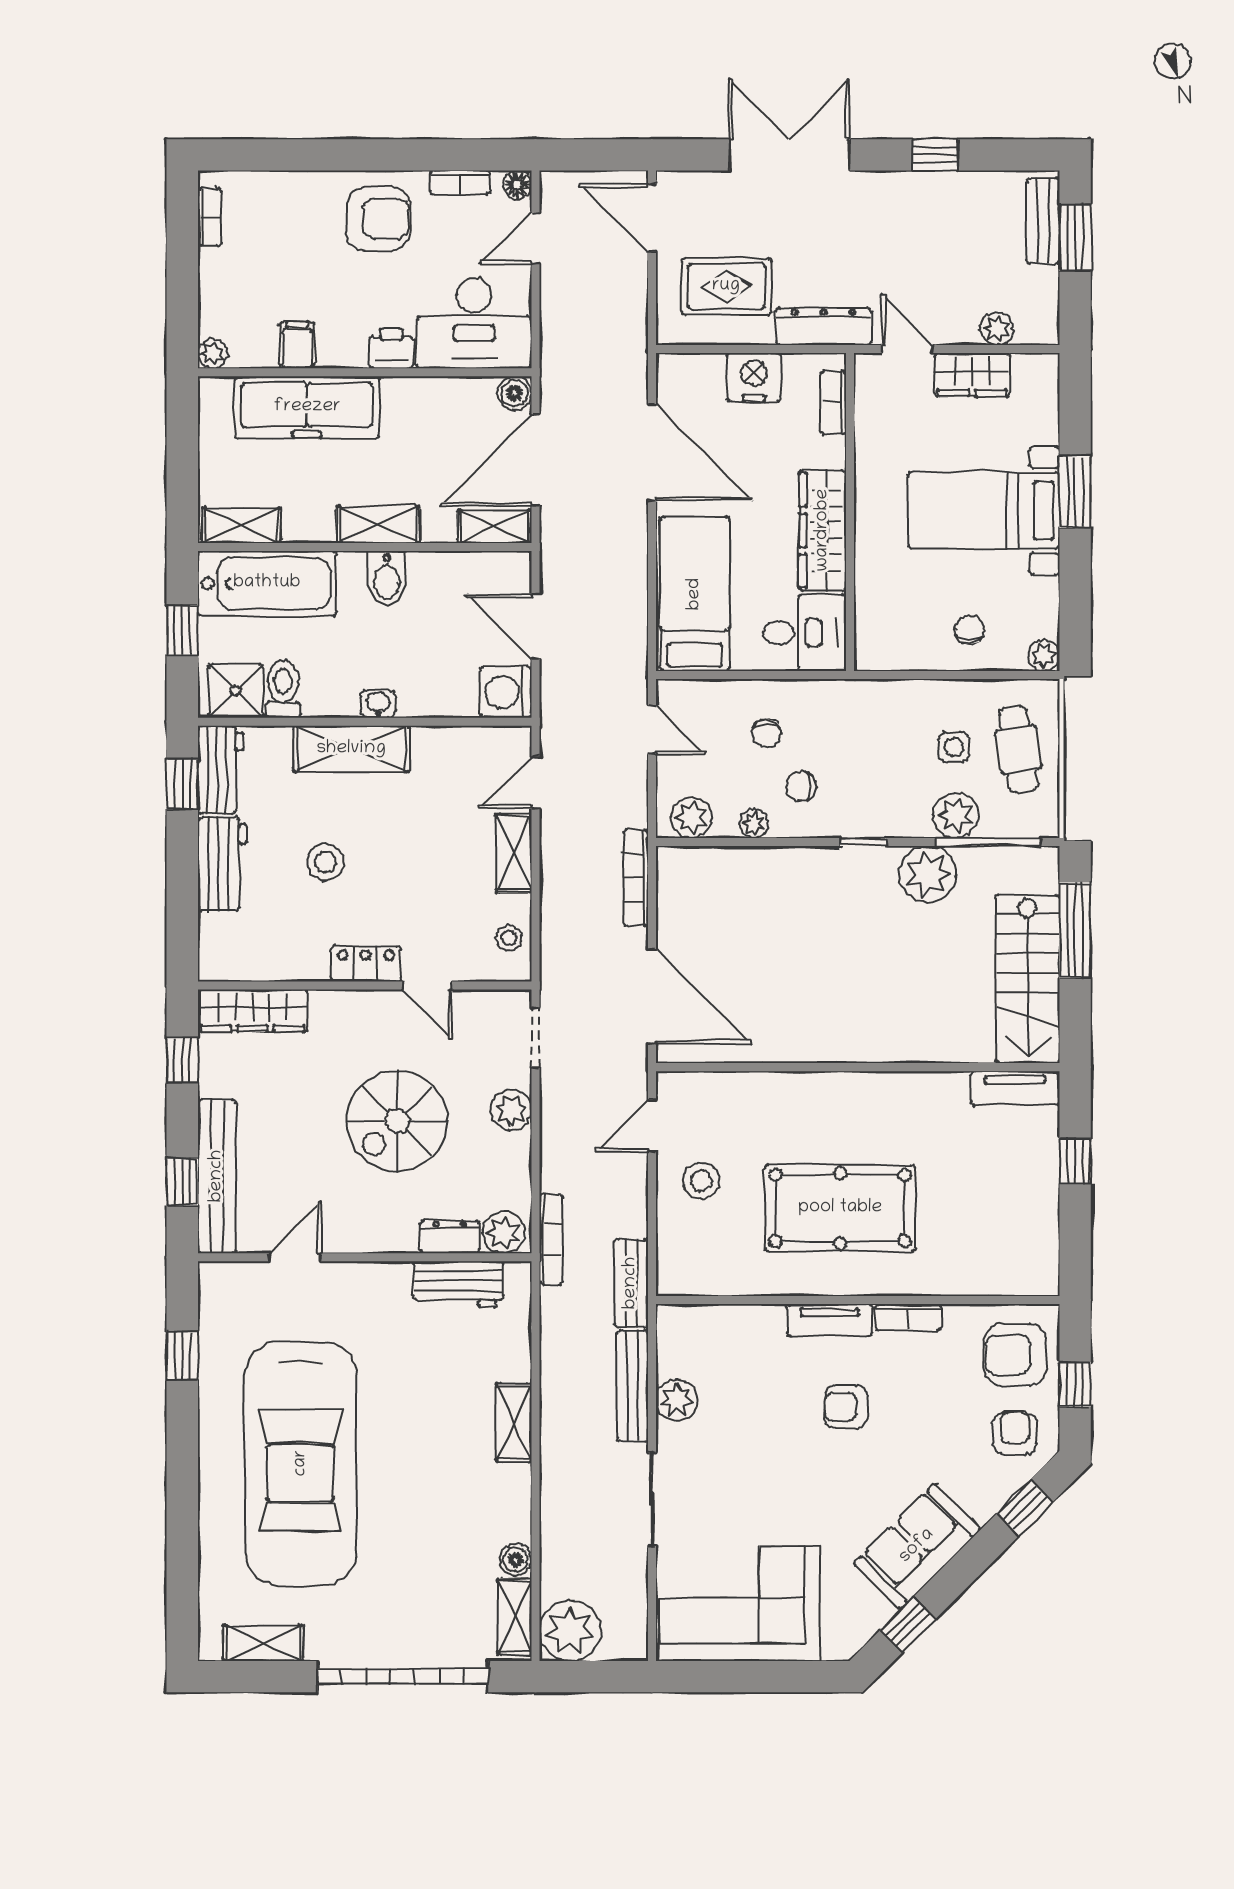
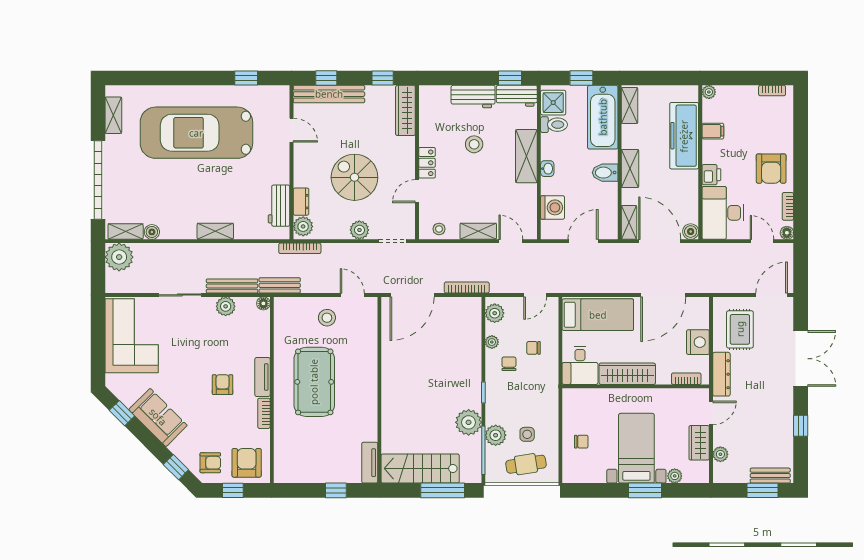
plant: (1044, 655) -> (675, 476), moved
washing machine: (506, 692) -> (553, 207), moved, turned 90
floor lamp: (670, 1318) -> (263, 303), added

